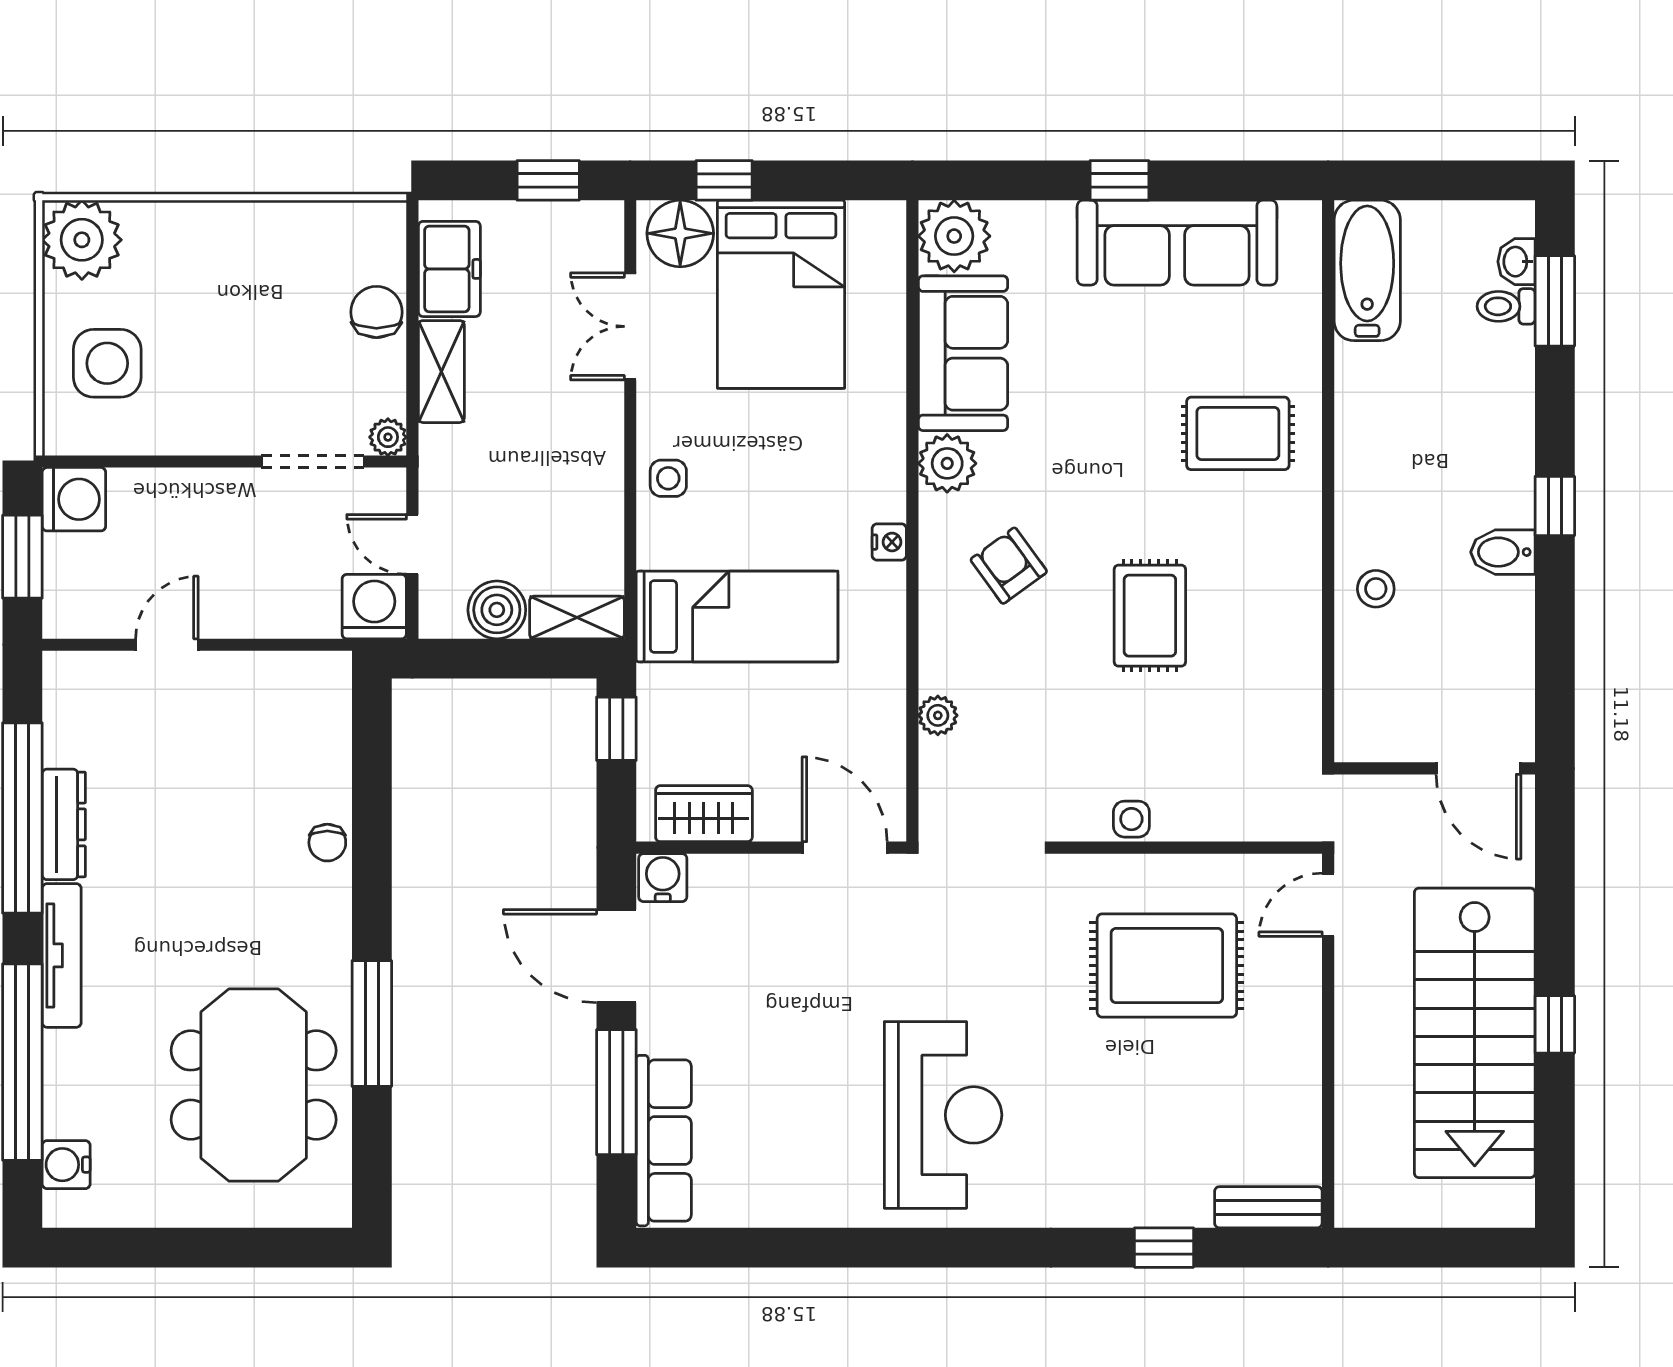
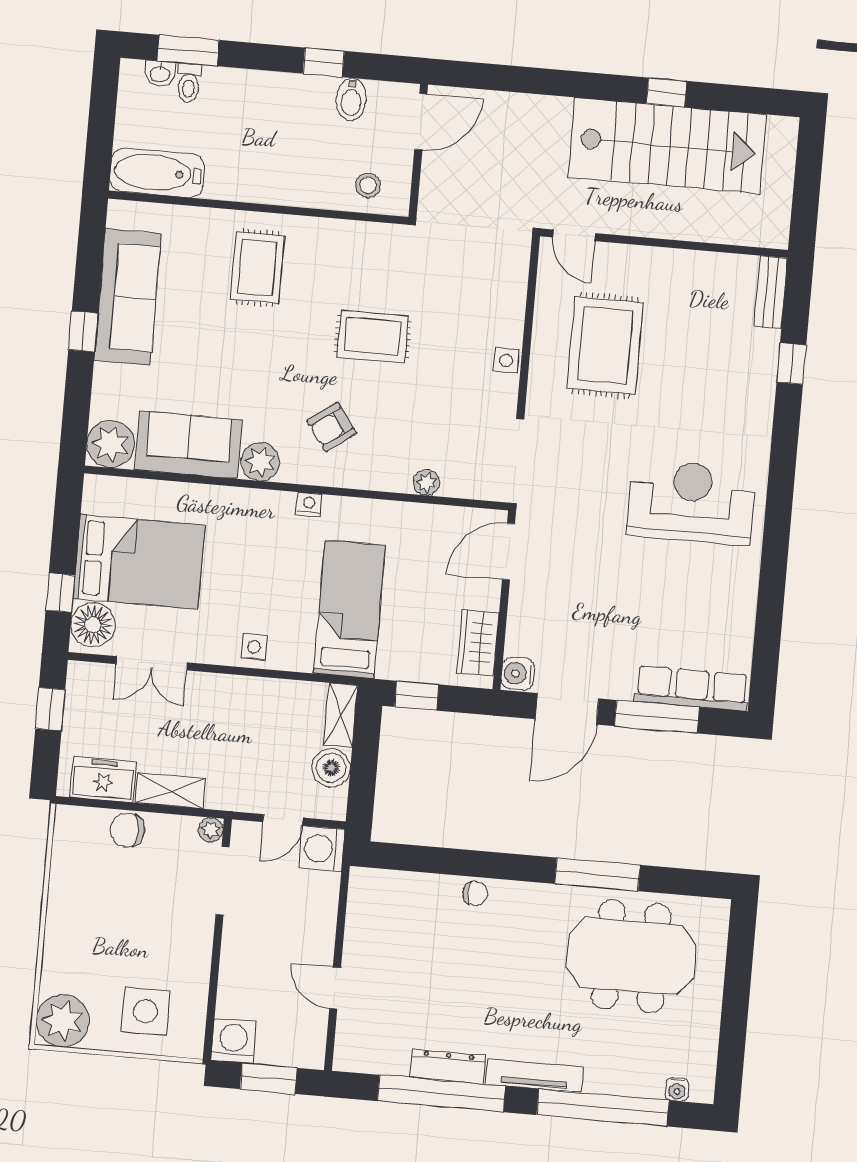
wall: (1435, 768) -> (418, 151), moved
door: (1478, 768) -> (421, 122), moved
water cooler: (66, 1165) -> (677, 1089), width x0.72, depth x0.72

